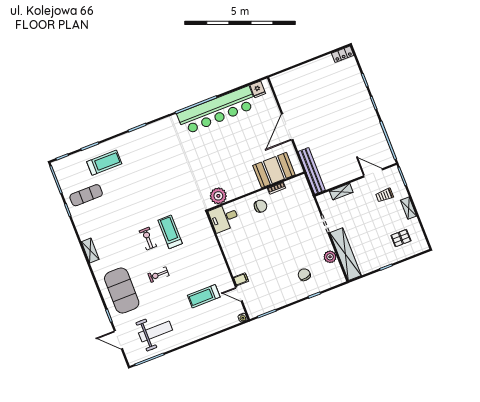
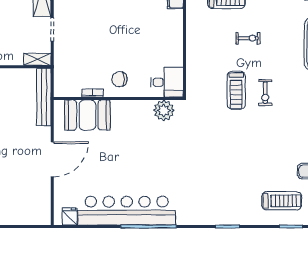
treadmill: (104, 163) -> (282, 201), turned 180
shelving: (341, 192) -> (37, 59), moved
exercise bike: (158, 275) -> (248, 38), moved

